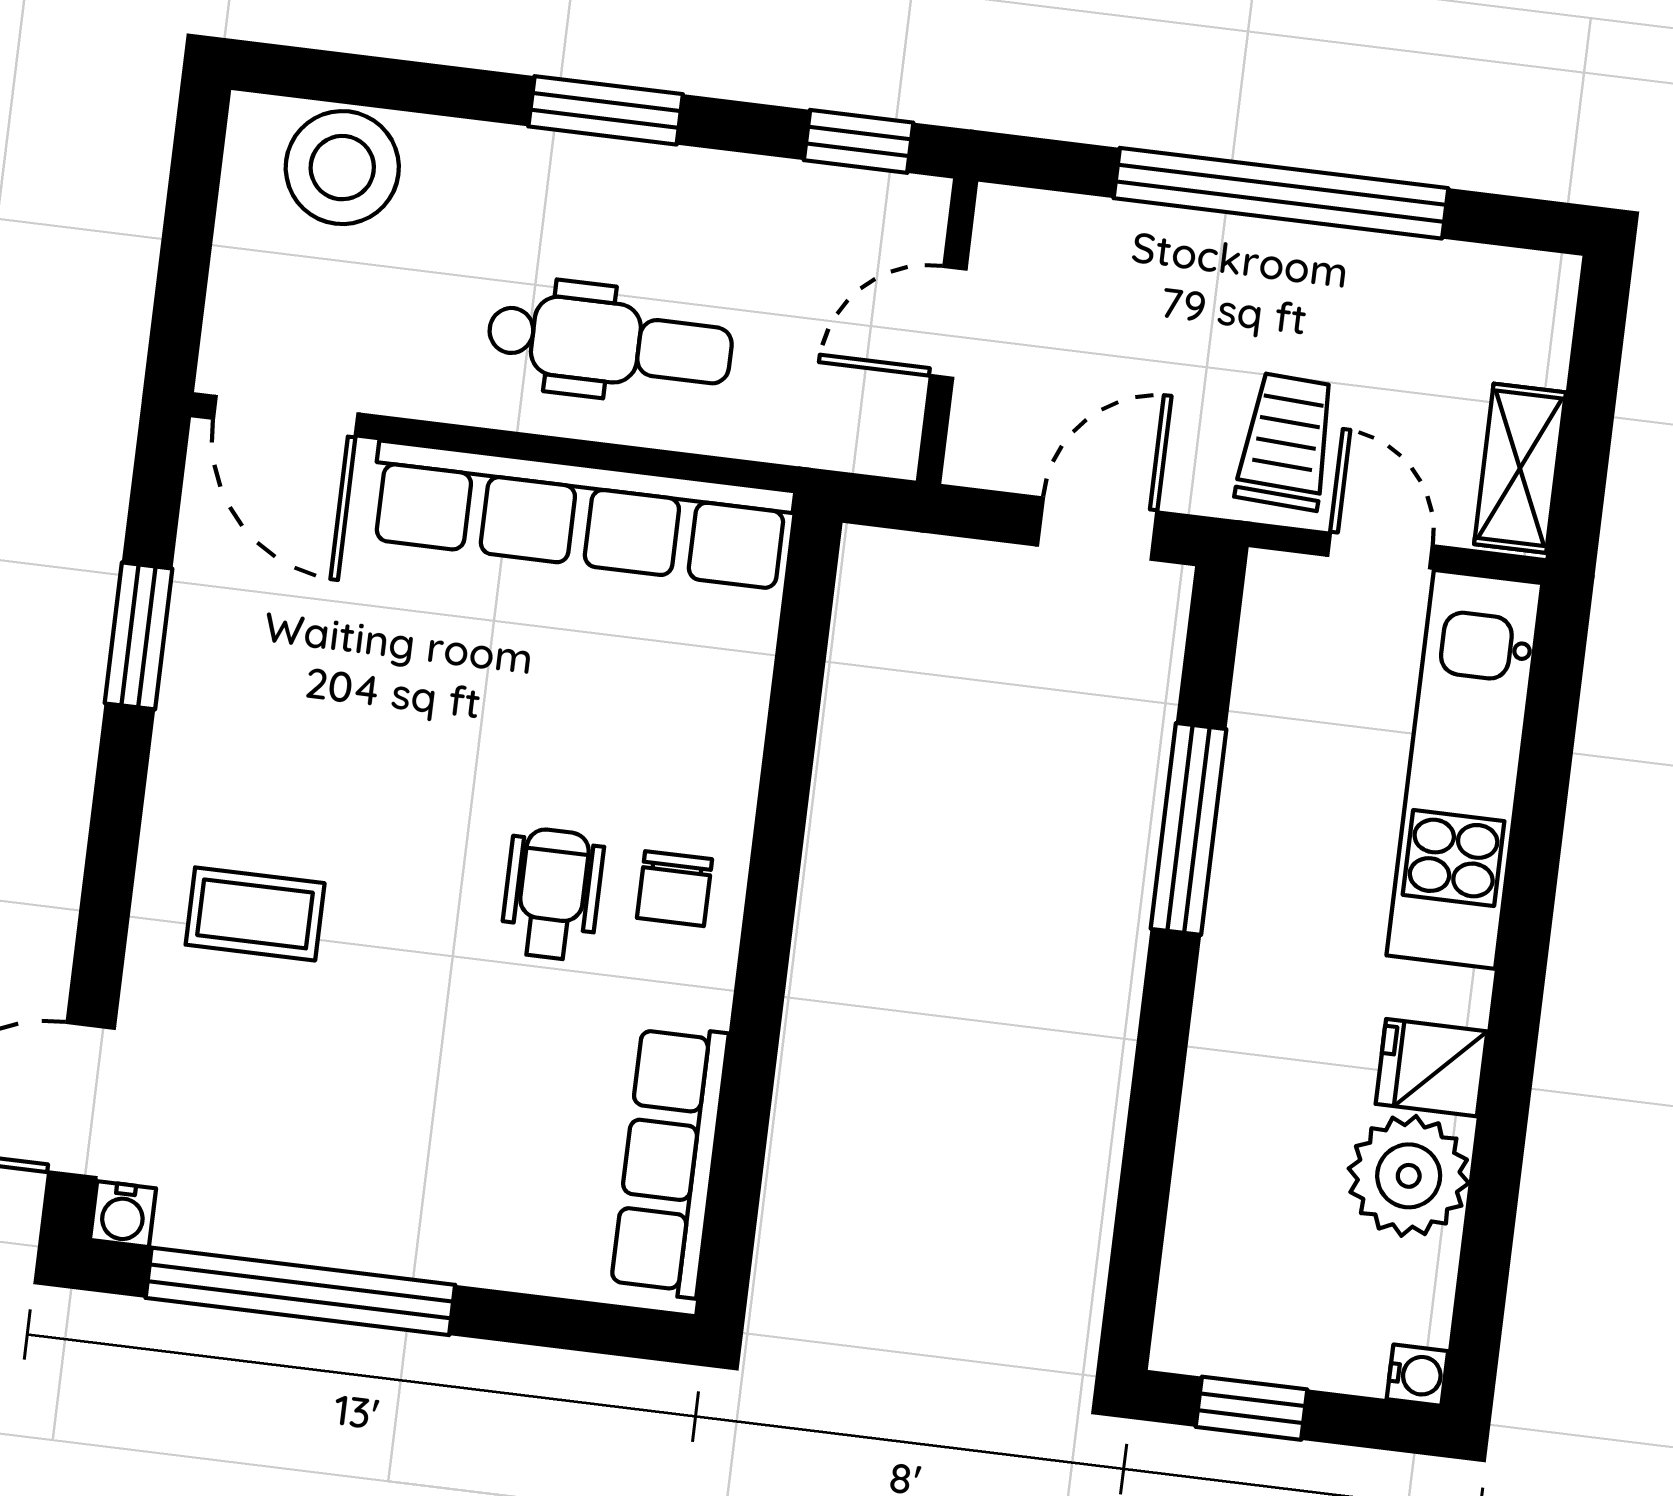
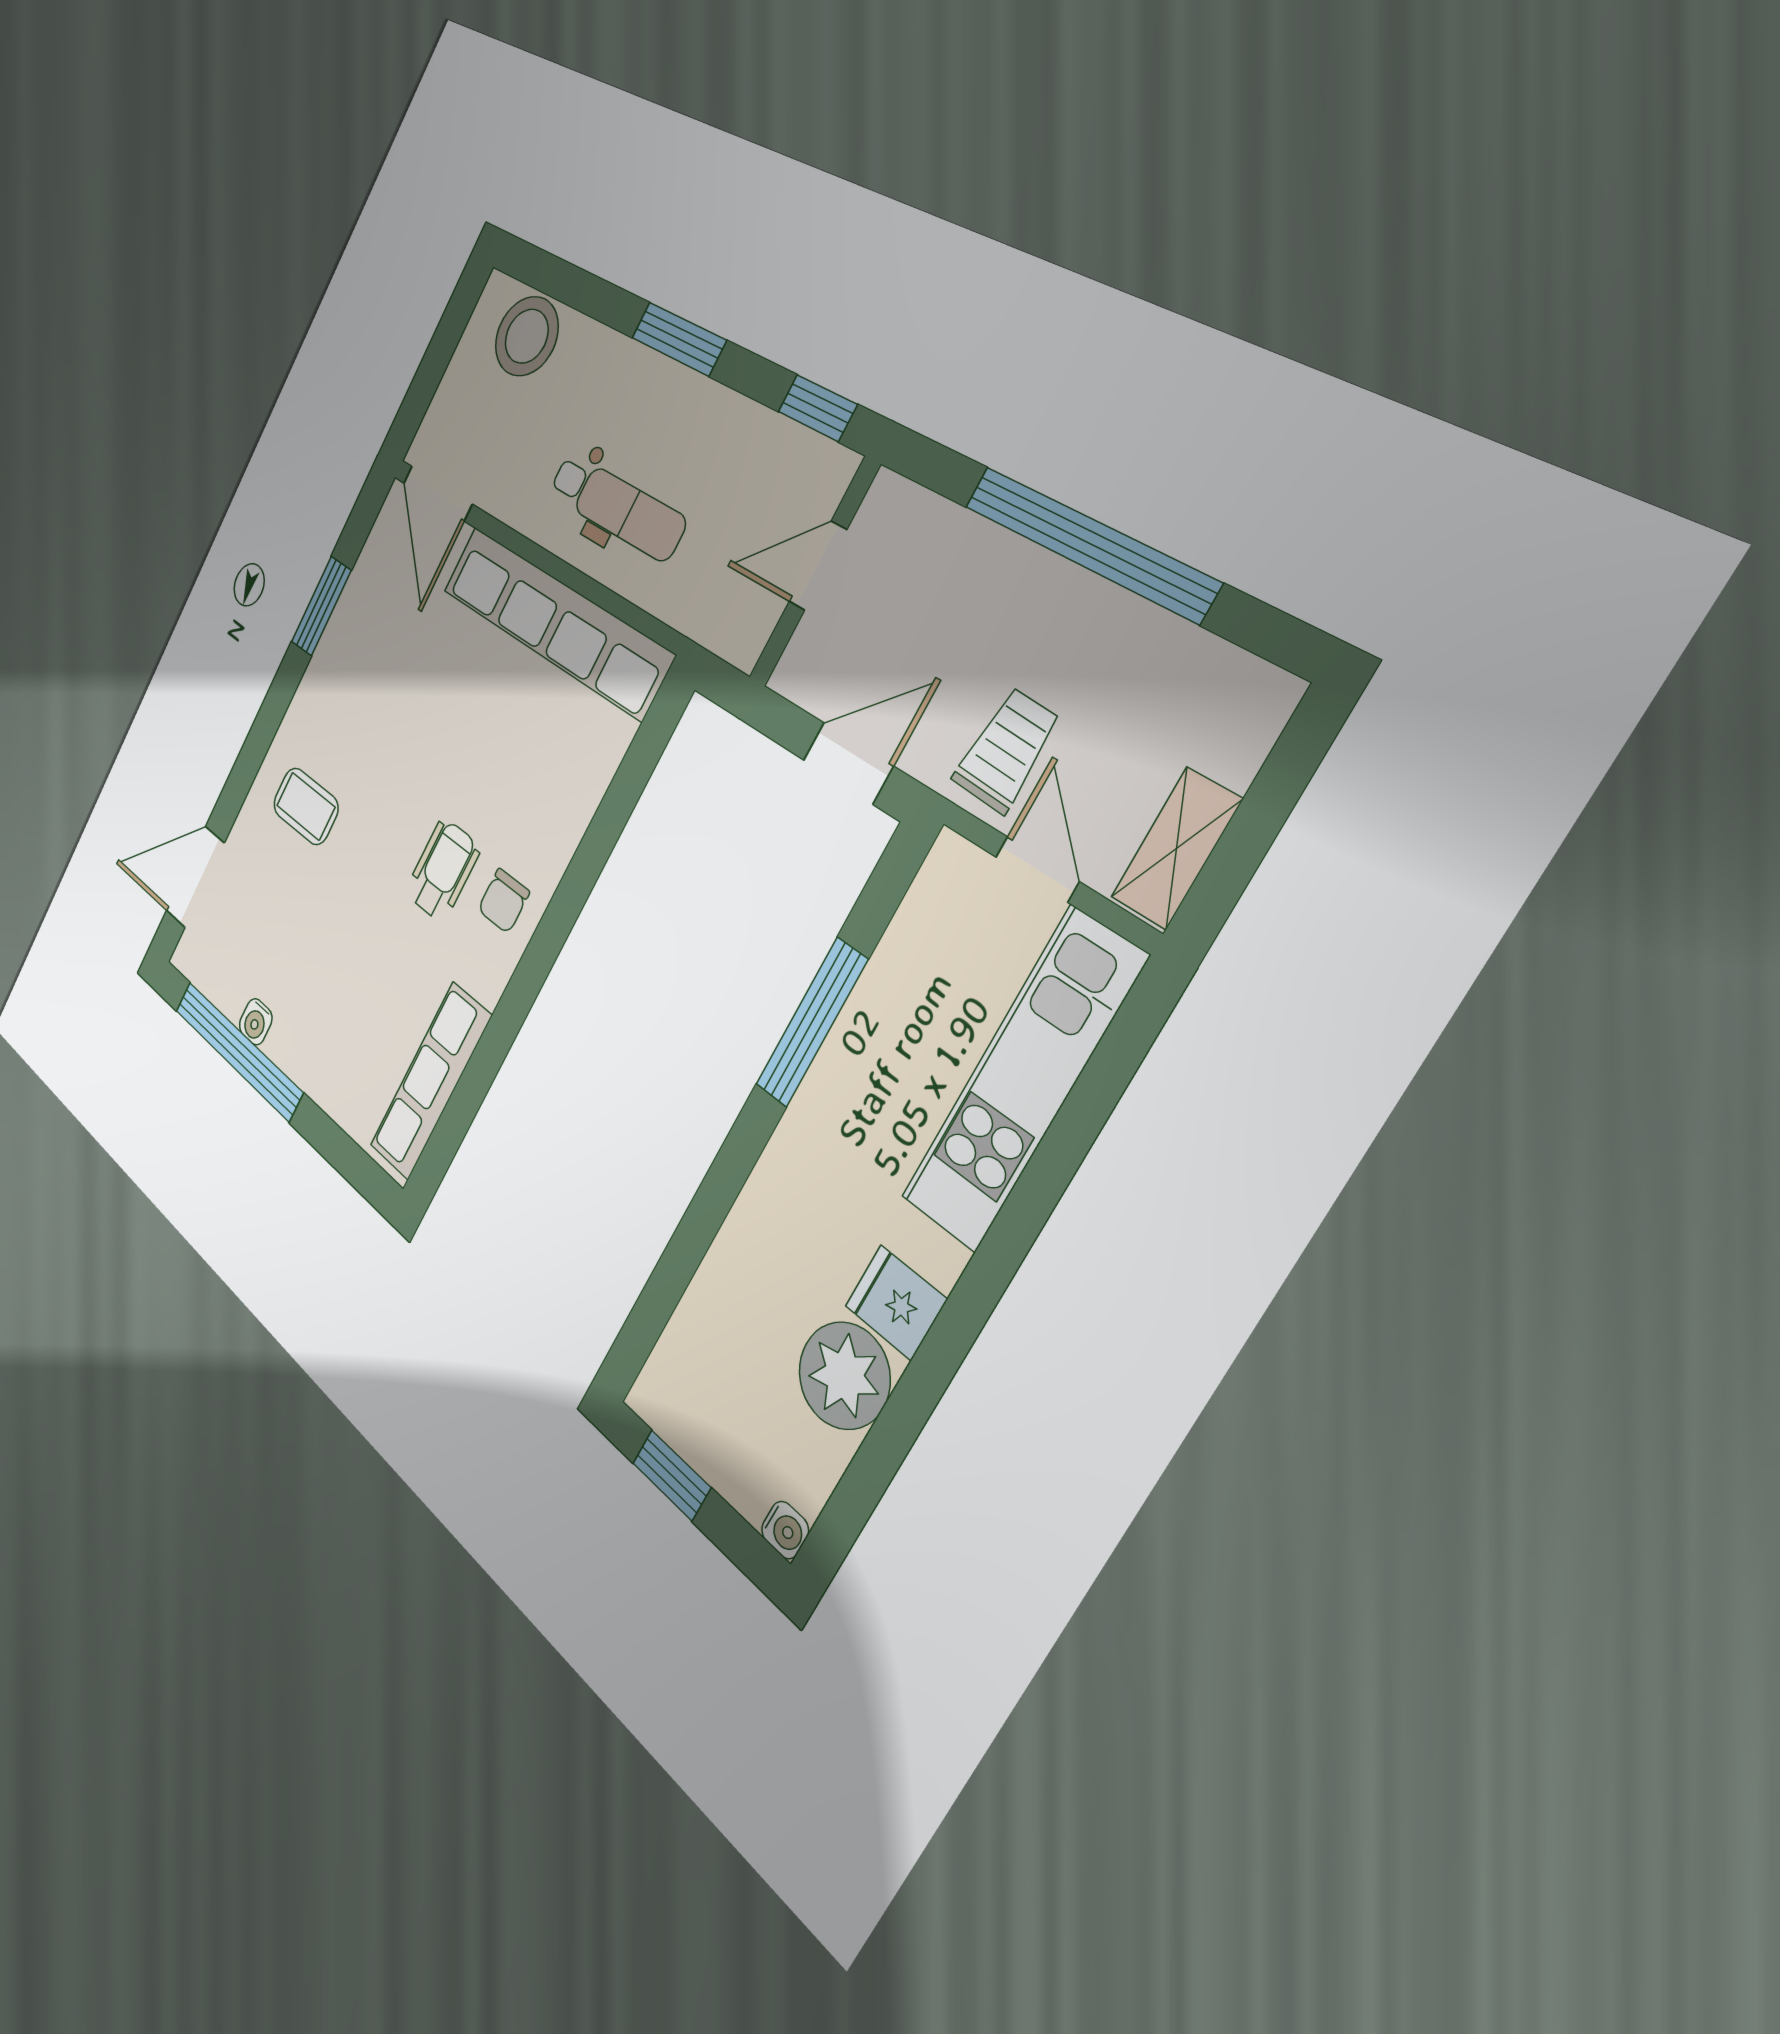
water cooler: (123, 1214) -> (256, 1022), moved

